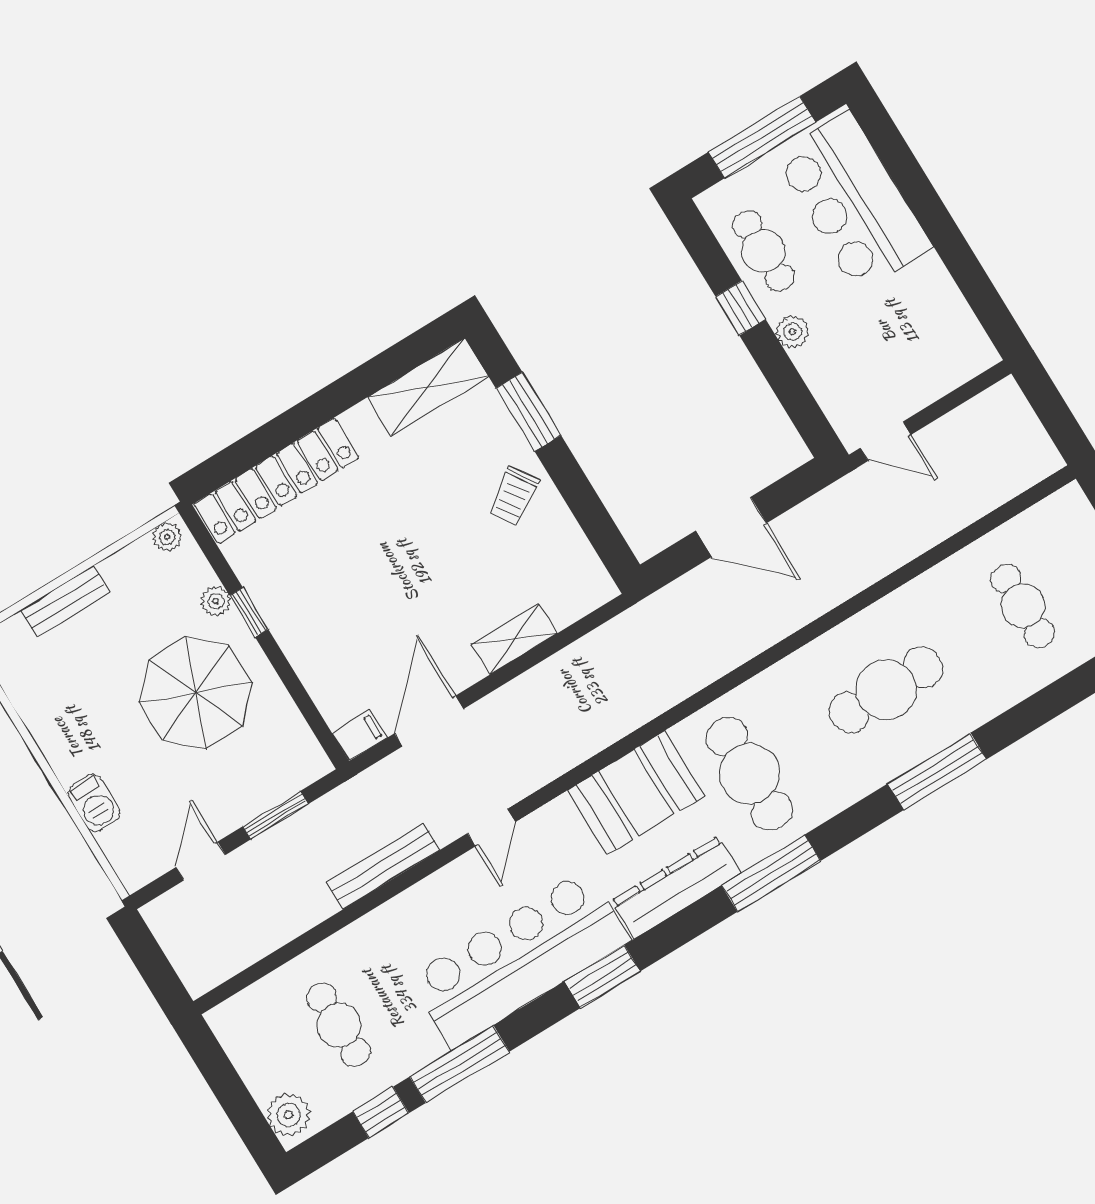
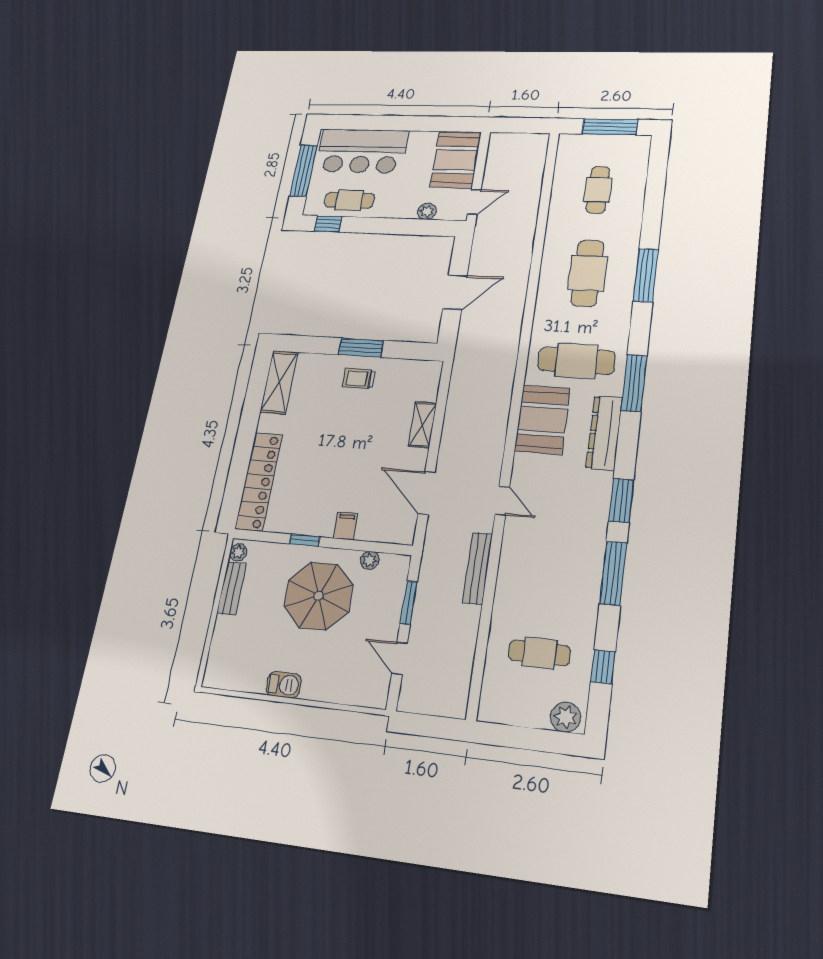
window: (741, 308) -> (328, 224), moved
plant: (792, 332) -> (427, 211), moved
booth: (933, 358) -> (455, 160), added
window: (528, 412) -> (361, 348), moved
trolley: (514, 496) -> (359, 379), turned 124
bench: (65, 601) -> (232, 588), moved
plant: (216, 601) -> (370, 560), moved
cafe table: (1023, 606) -> (598, 190), turned 90
filing cabinet: (359, 735) -> (345, 526), moved
barbecue: (94, 803) -> (284, 685), moved
bar counter: (519, 959) -> (579, 535), removed
window: (460, 1064) -> (613, 573), moved

